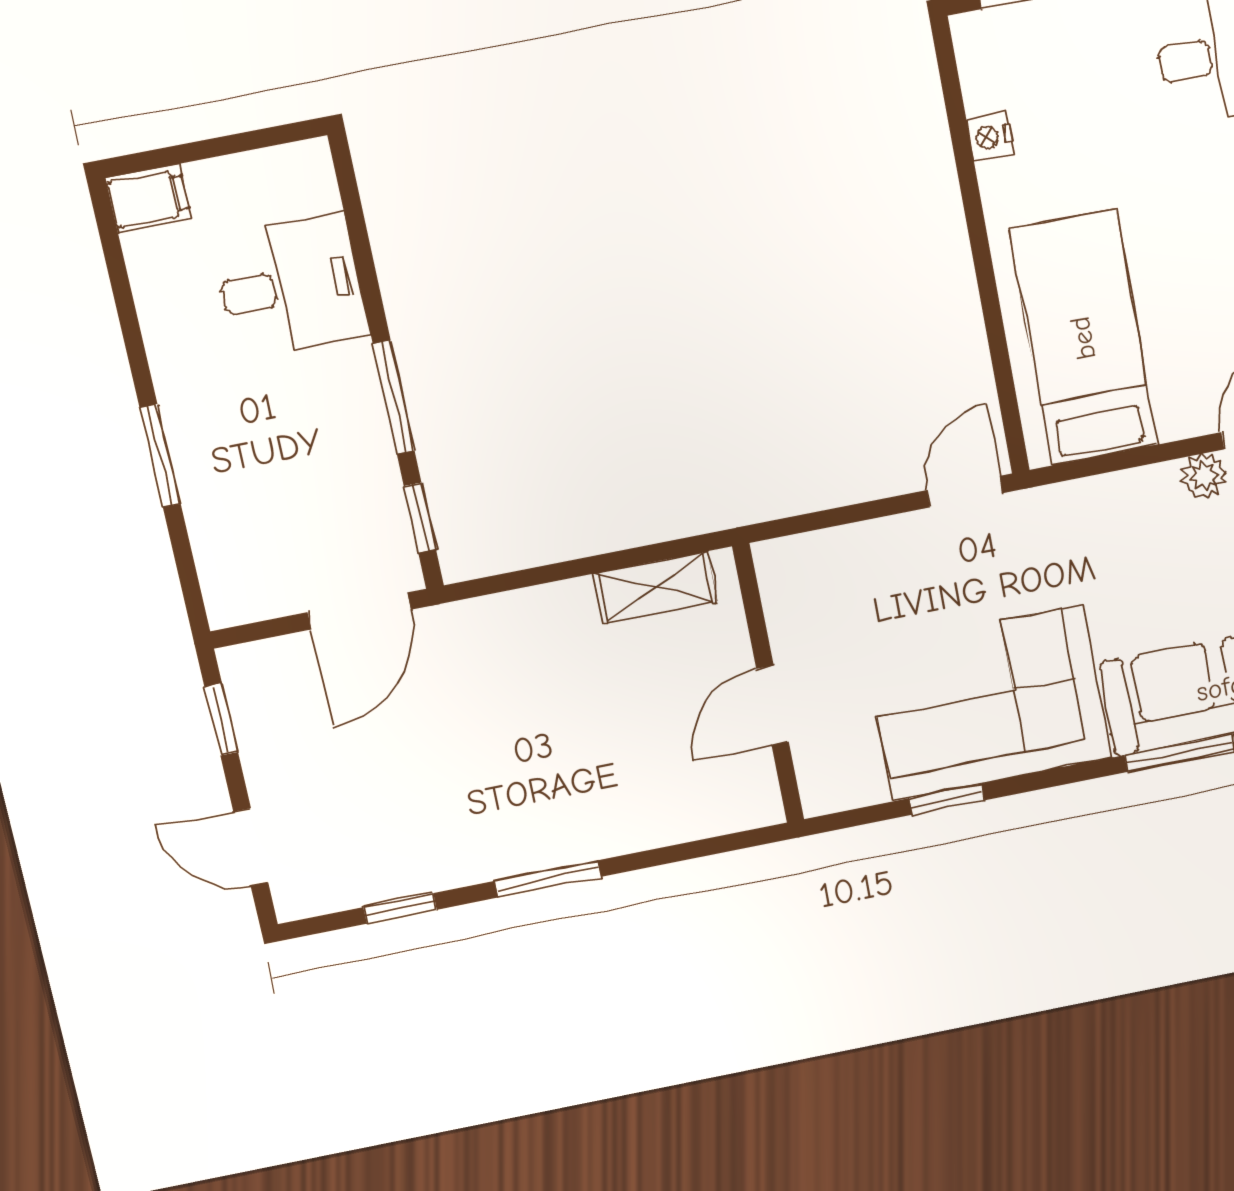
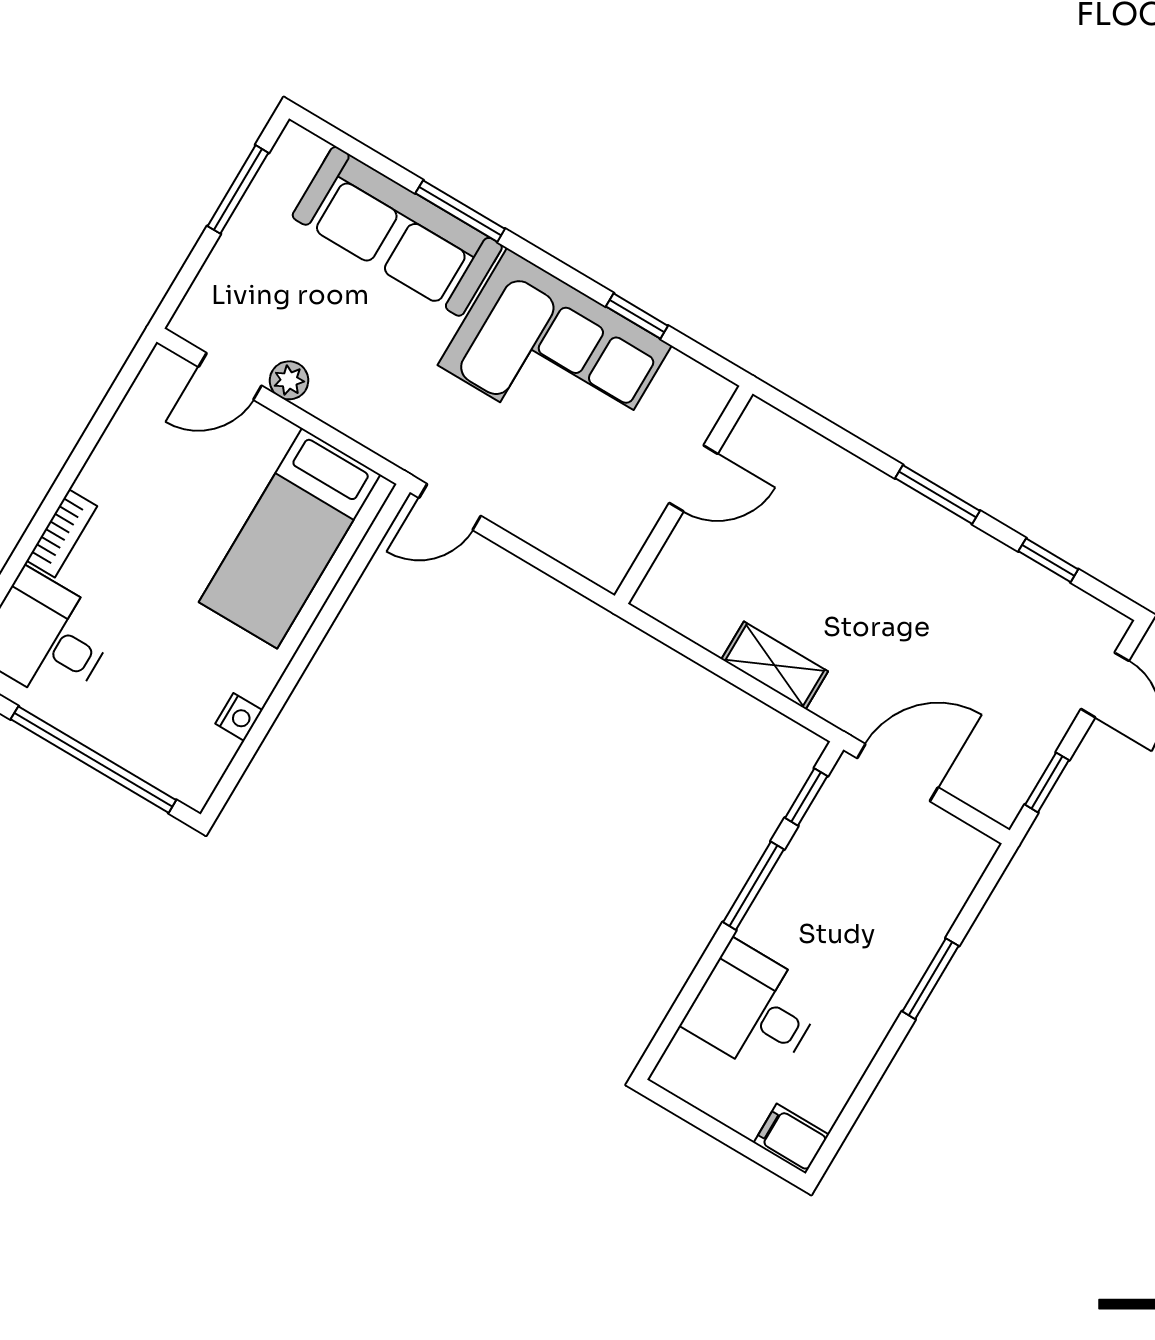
shelving: (655, 588) -> (775, 665), moved

